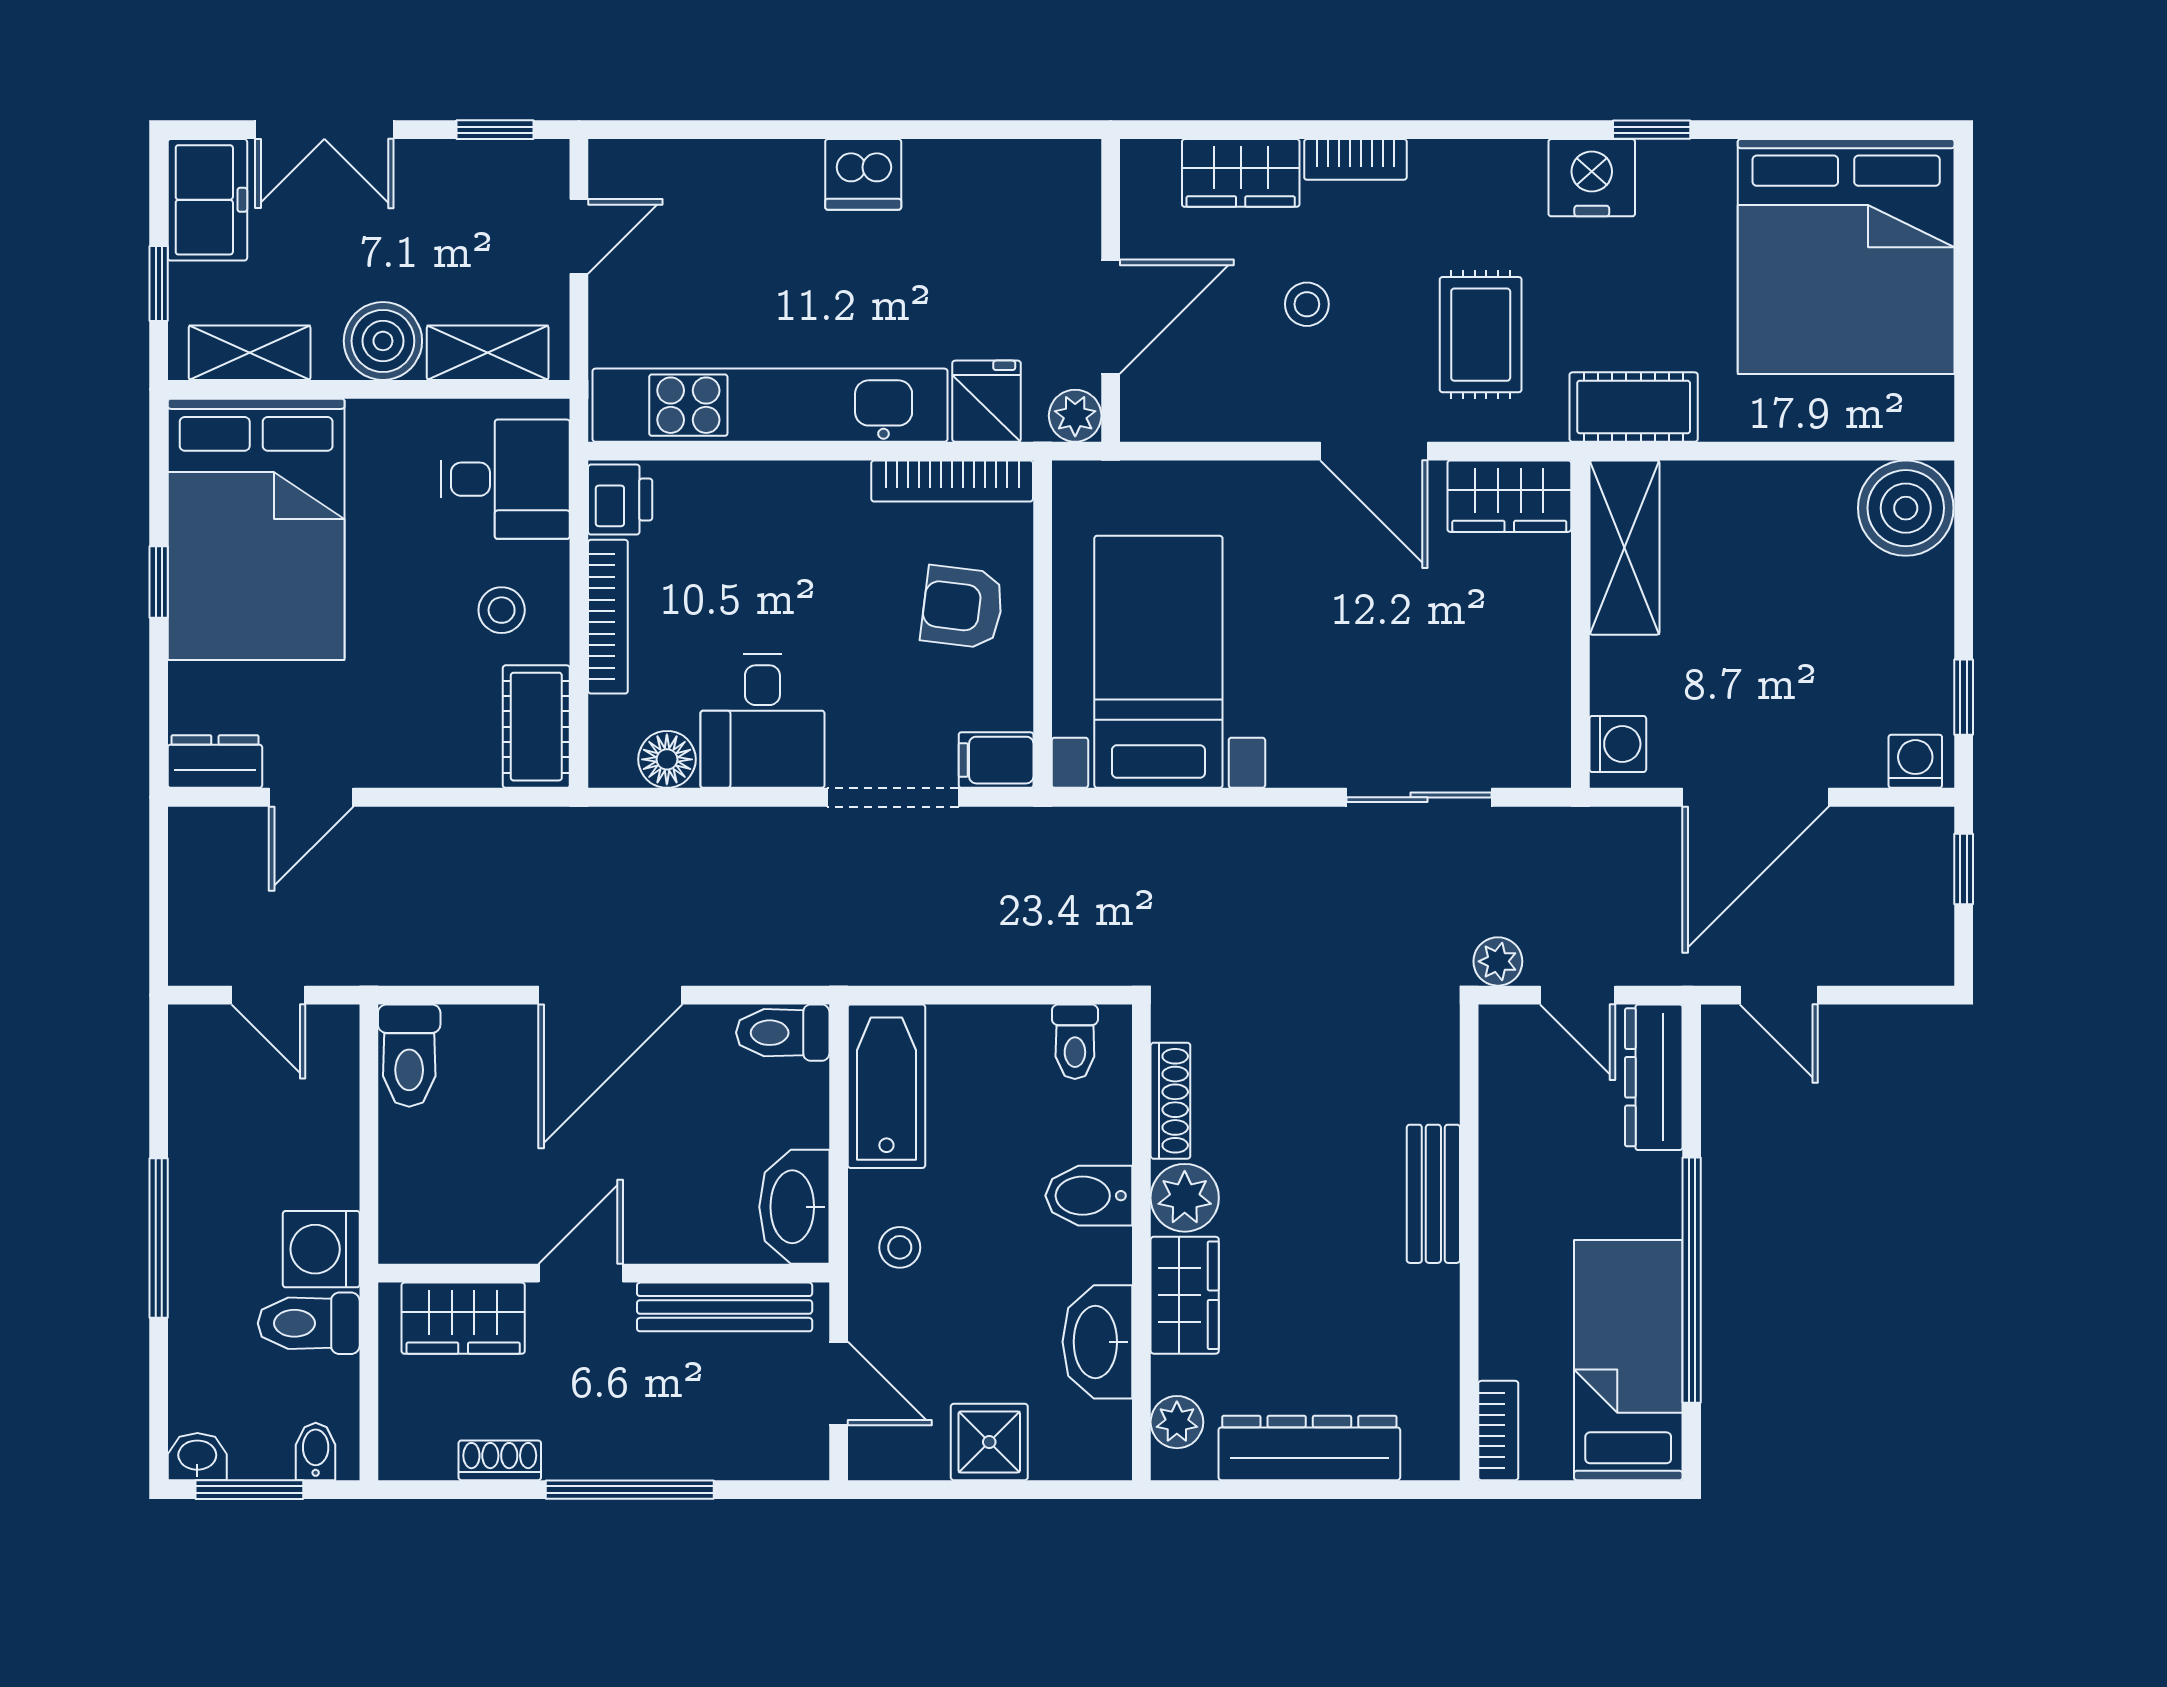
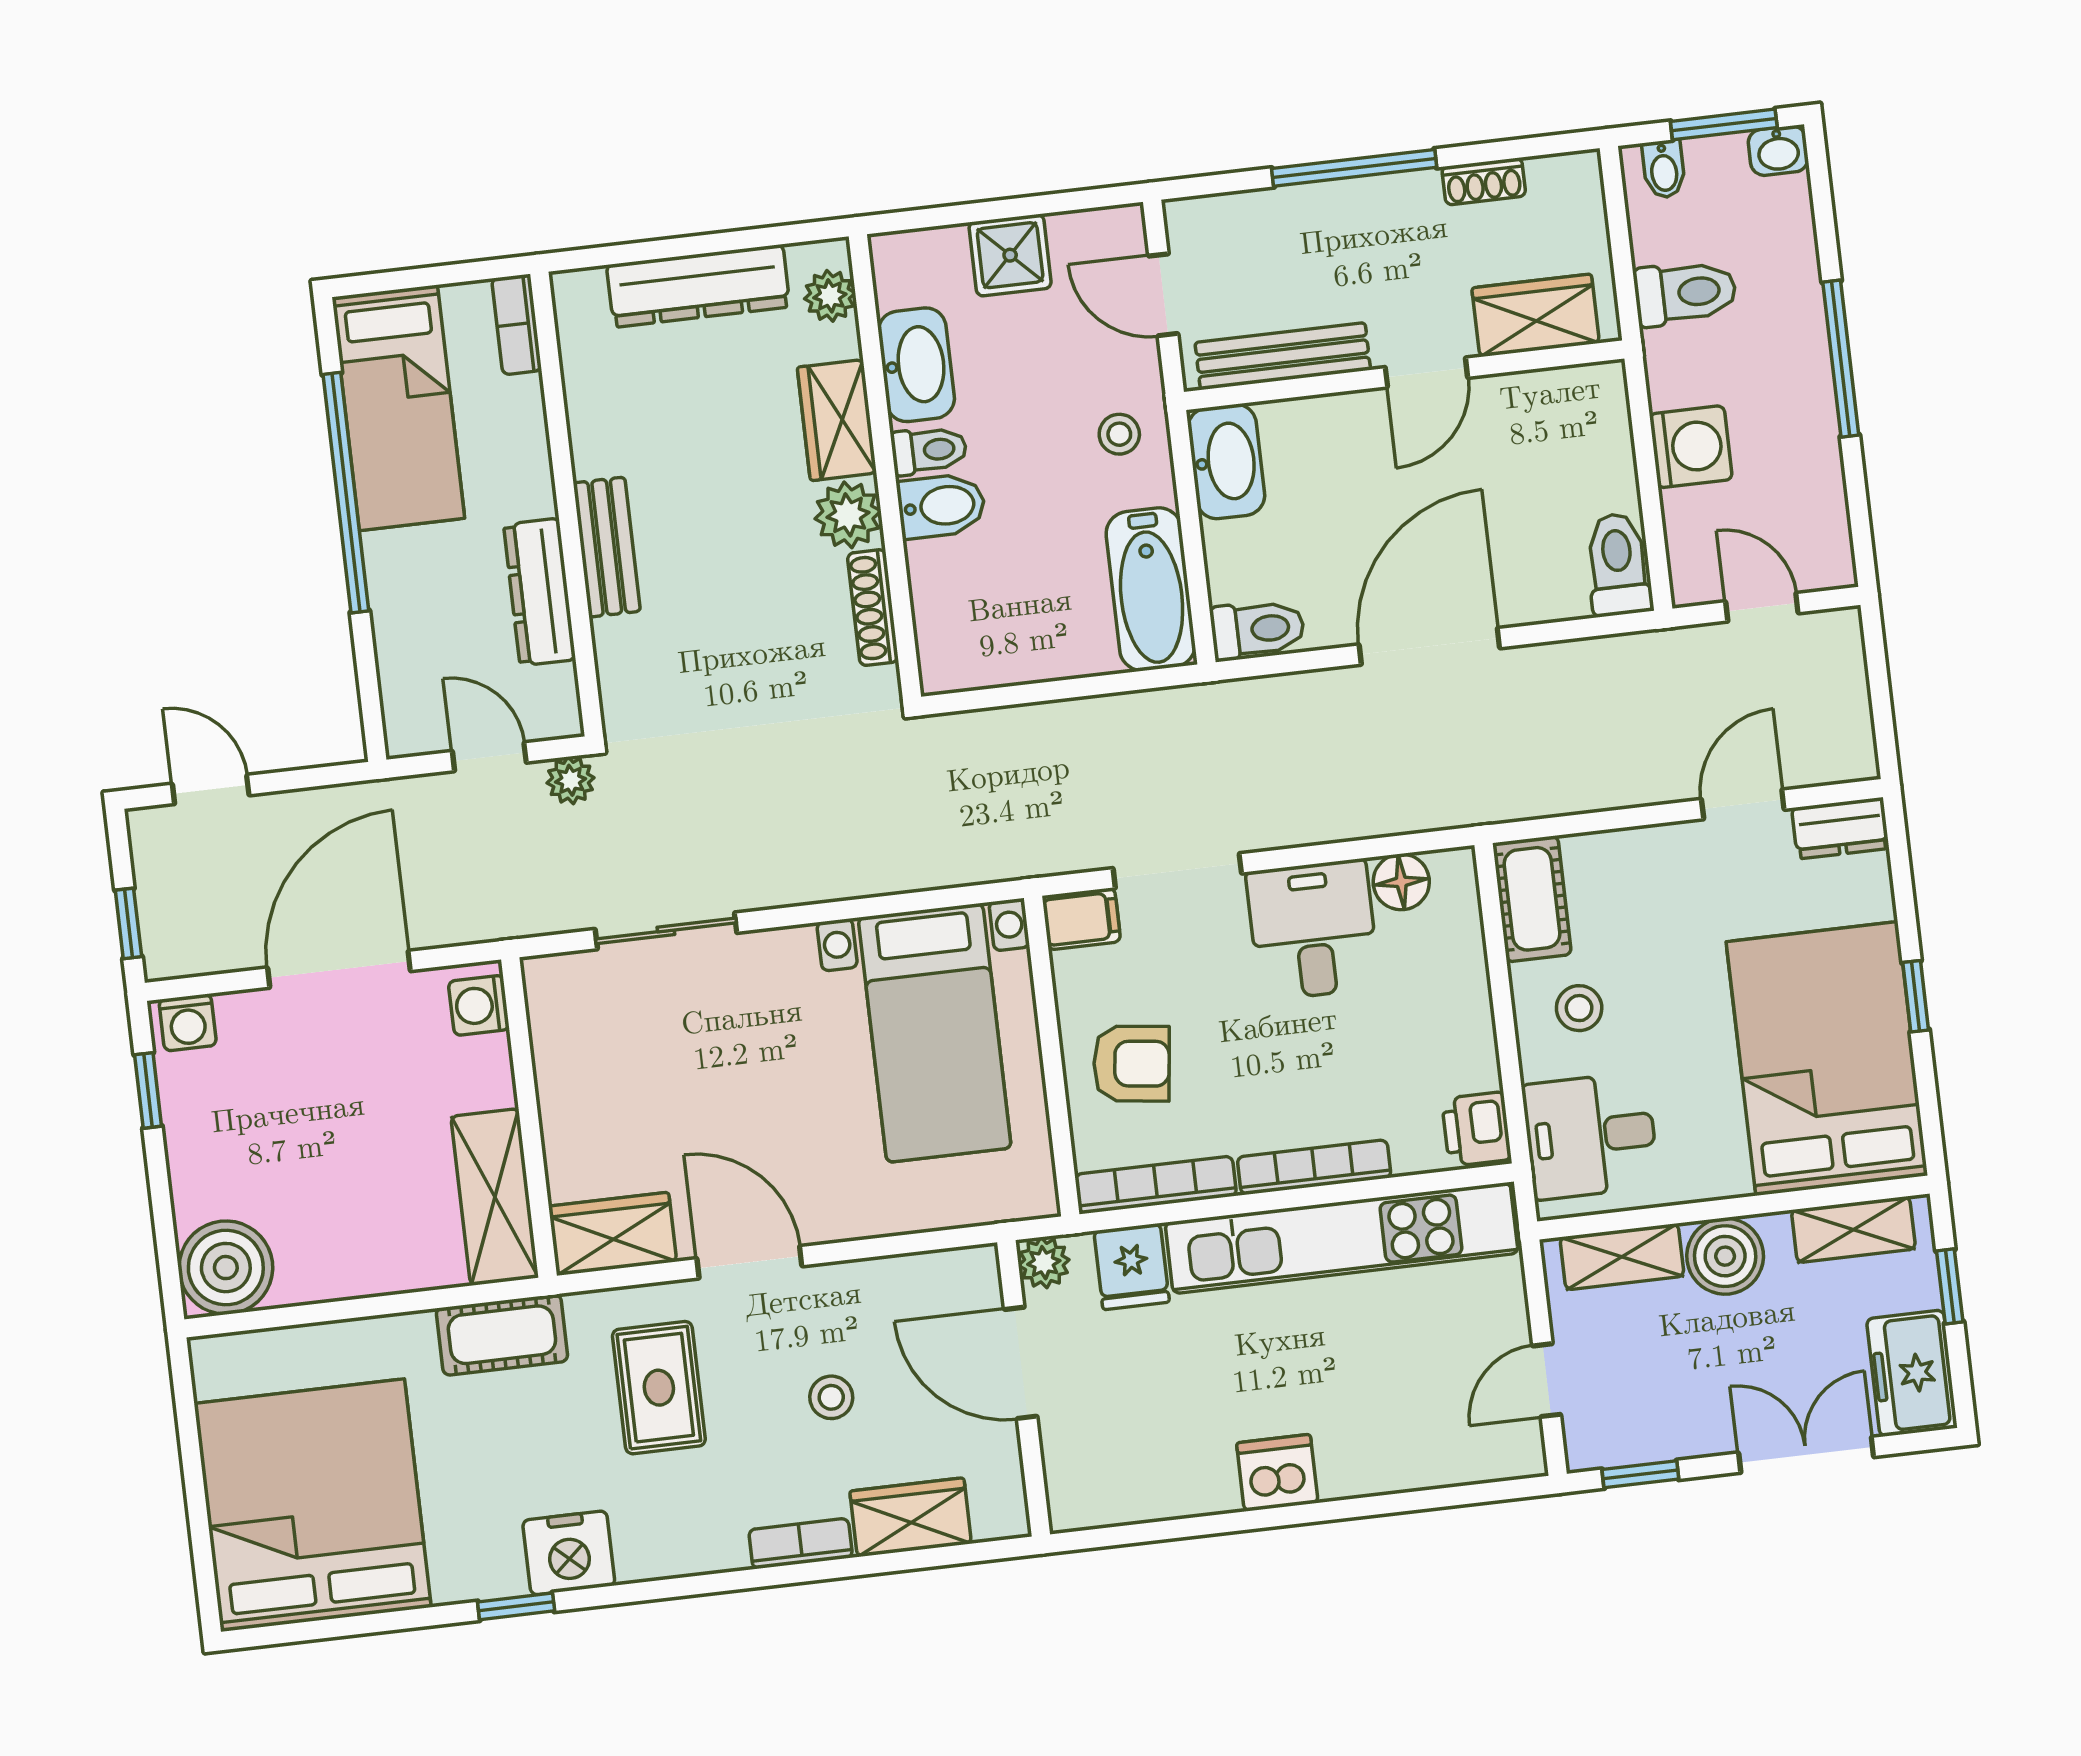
door: (1111, 317) -> (1021, 1363), hinge flipped
bookcase: (608, 617) -> (1314, 1167), moved, turned 90
door: (1779, 995) -> (211, 789), moved
toilet: (1075, 1042) -> (929, 450), moved, turned 90
dresser: (1654, 1077) -> (540, 592), moved, turned 180
washing machine: (321, 1249) -> (1691, 447), moved

